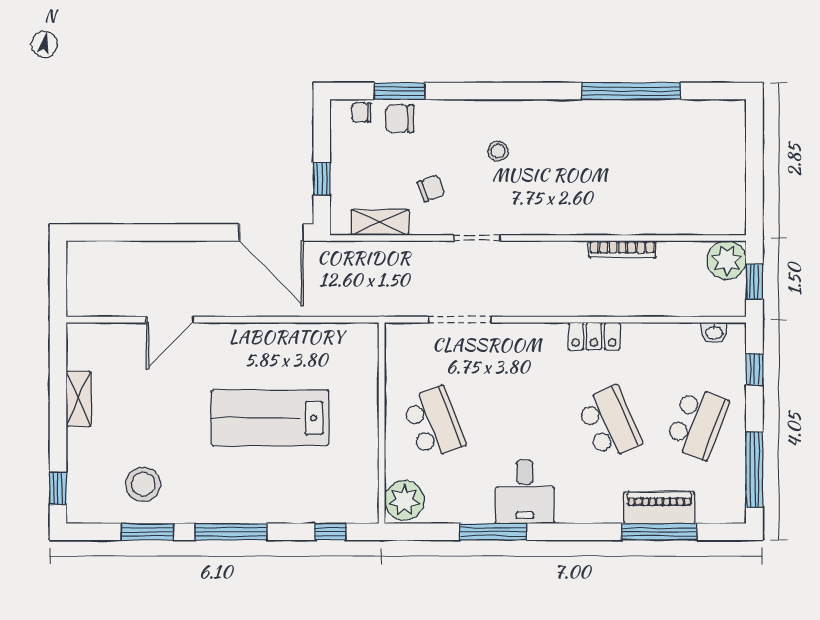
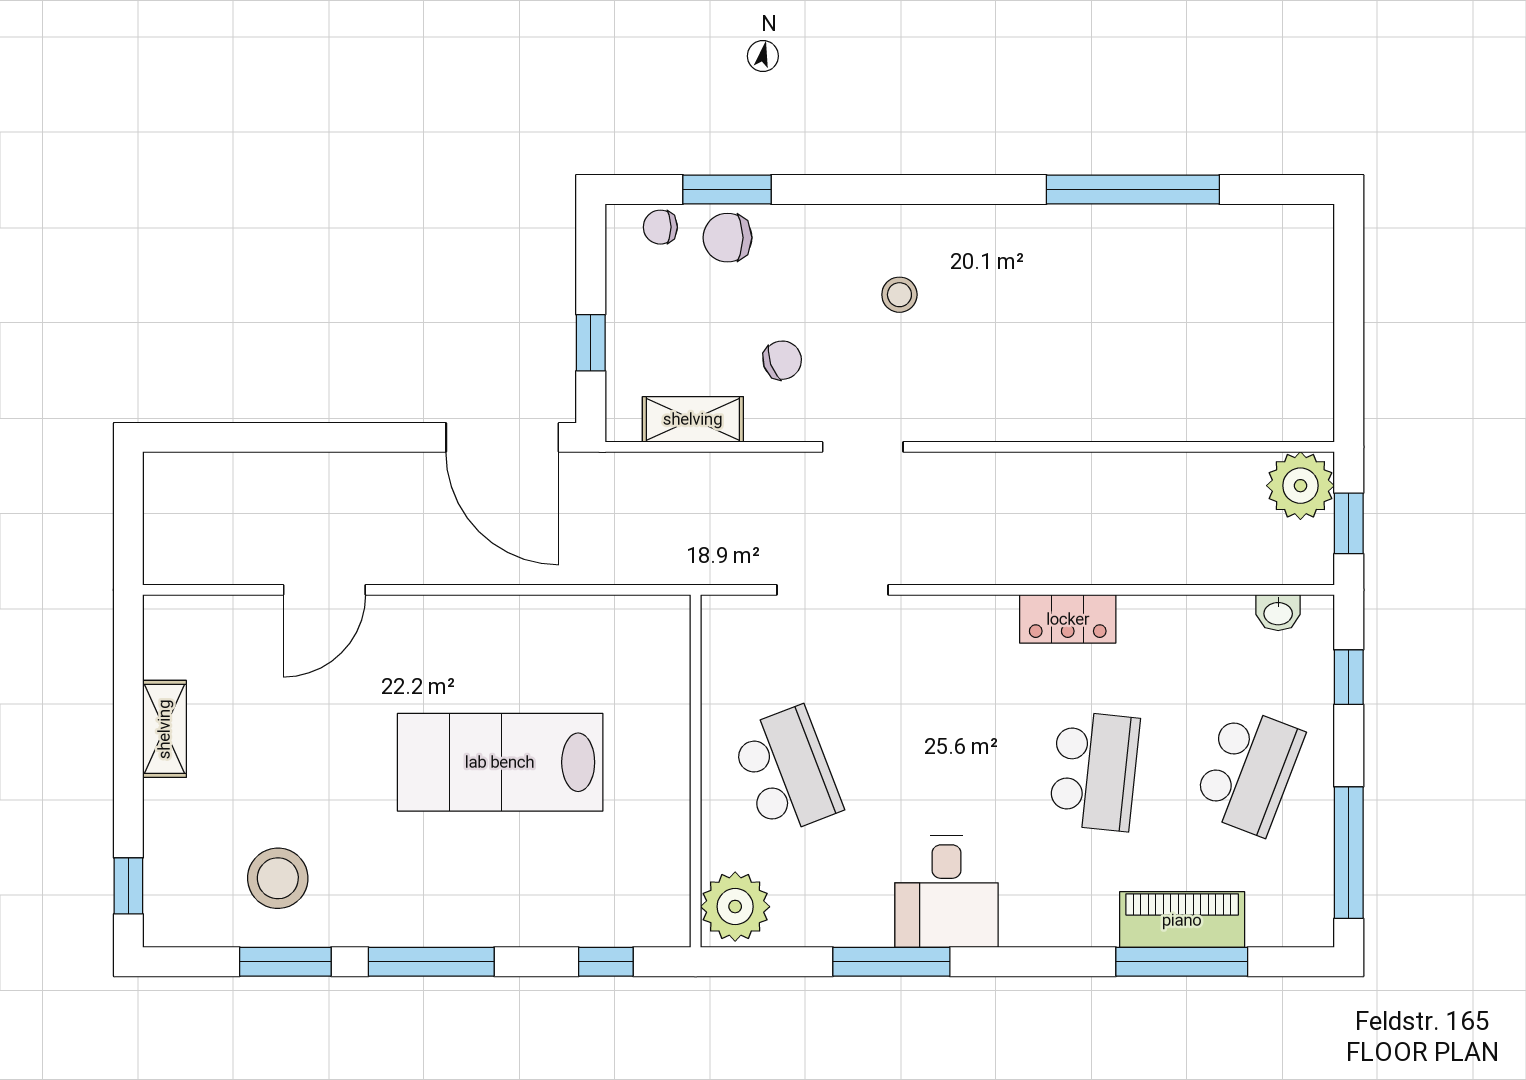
bookcase: (622, 249) -> (1117, 467), removed
school desk: (609, 423) -> (1094, 771), turned 30

